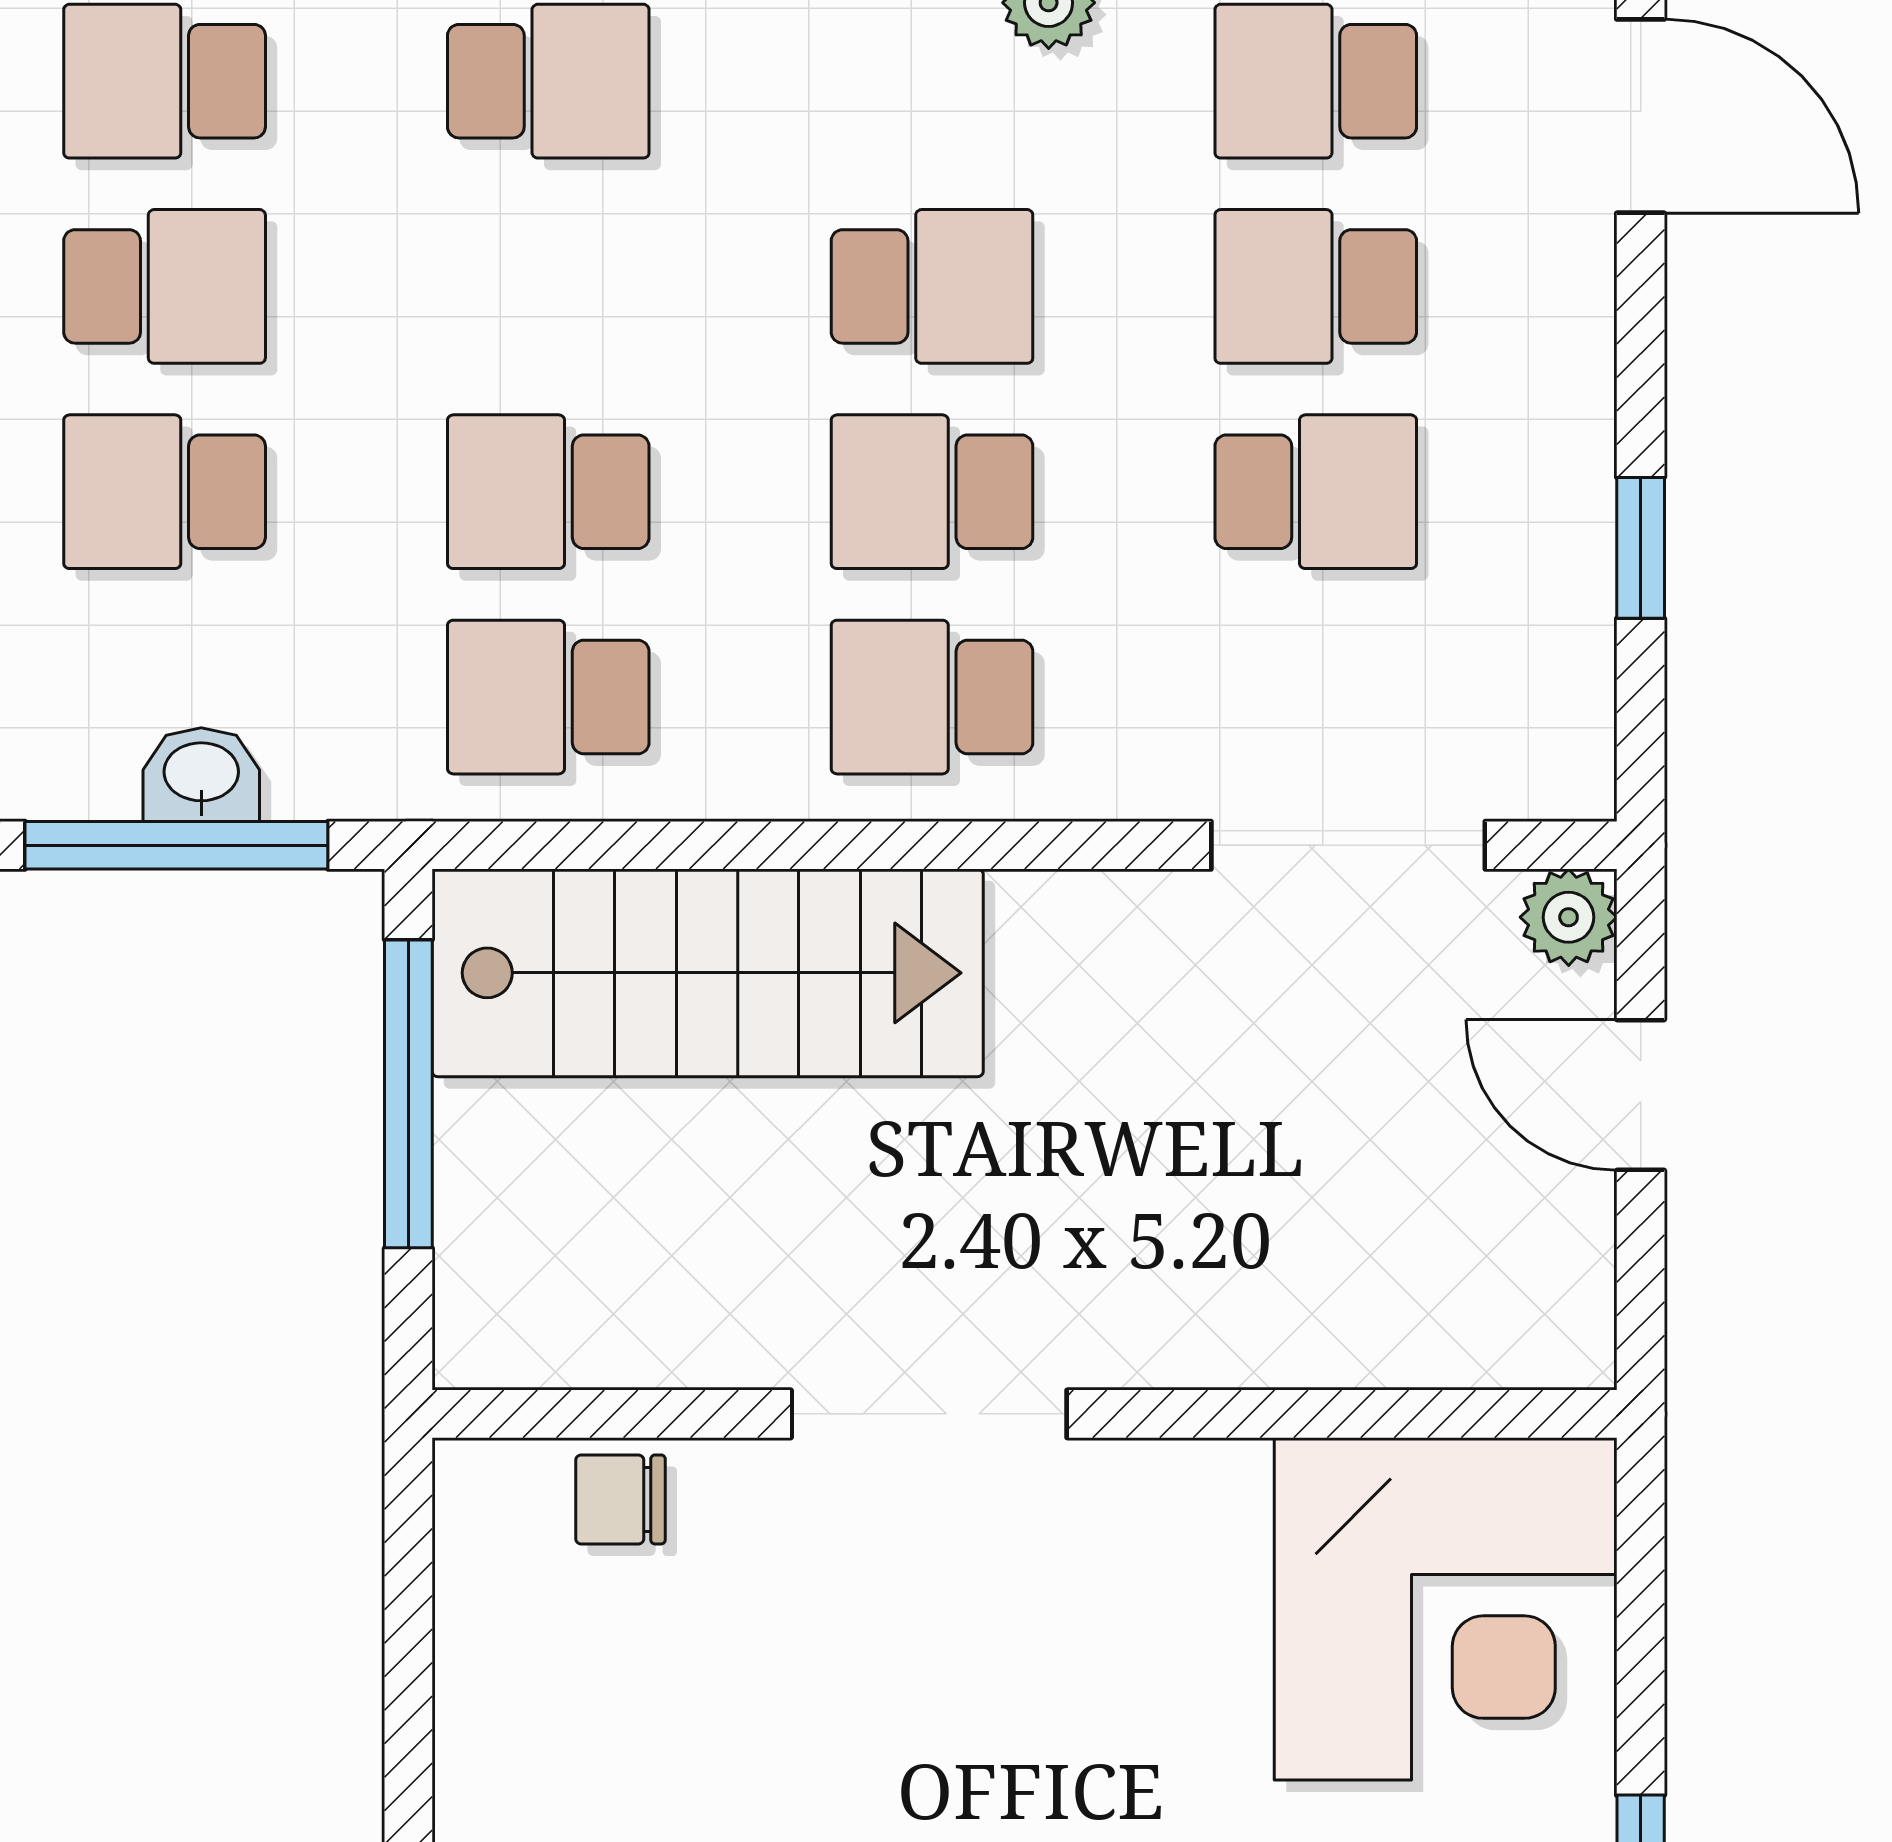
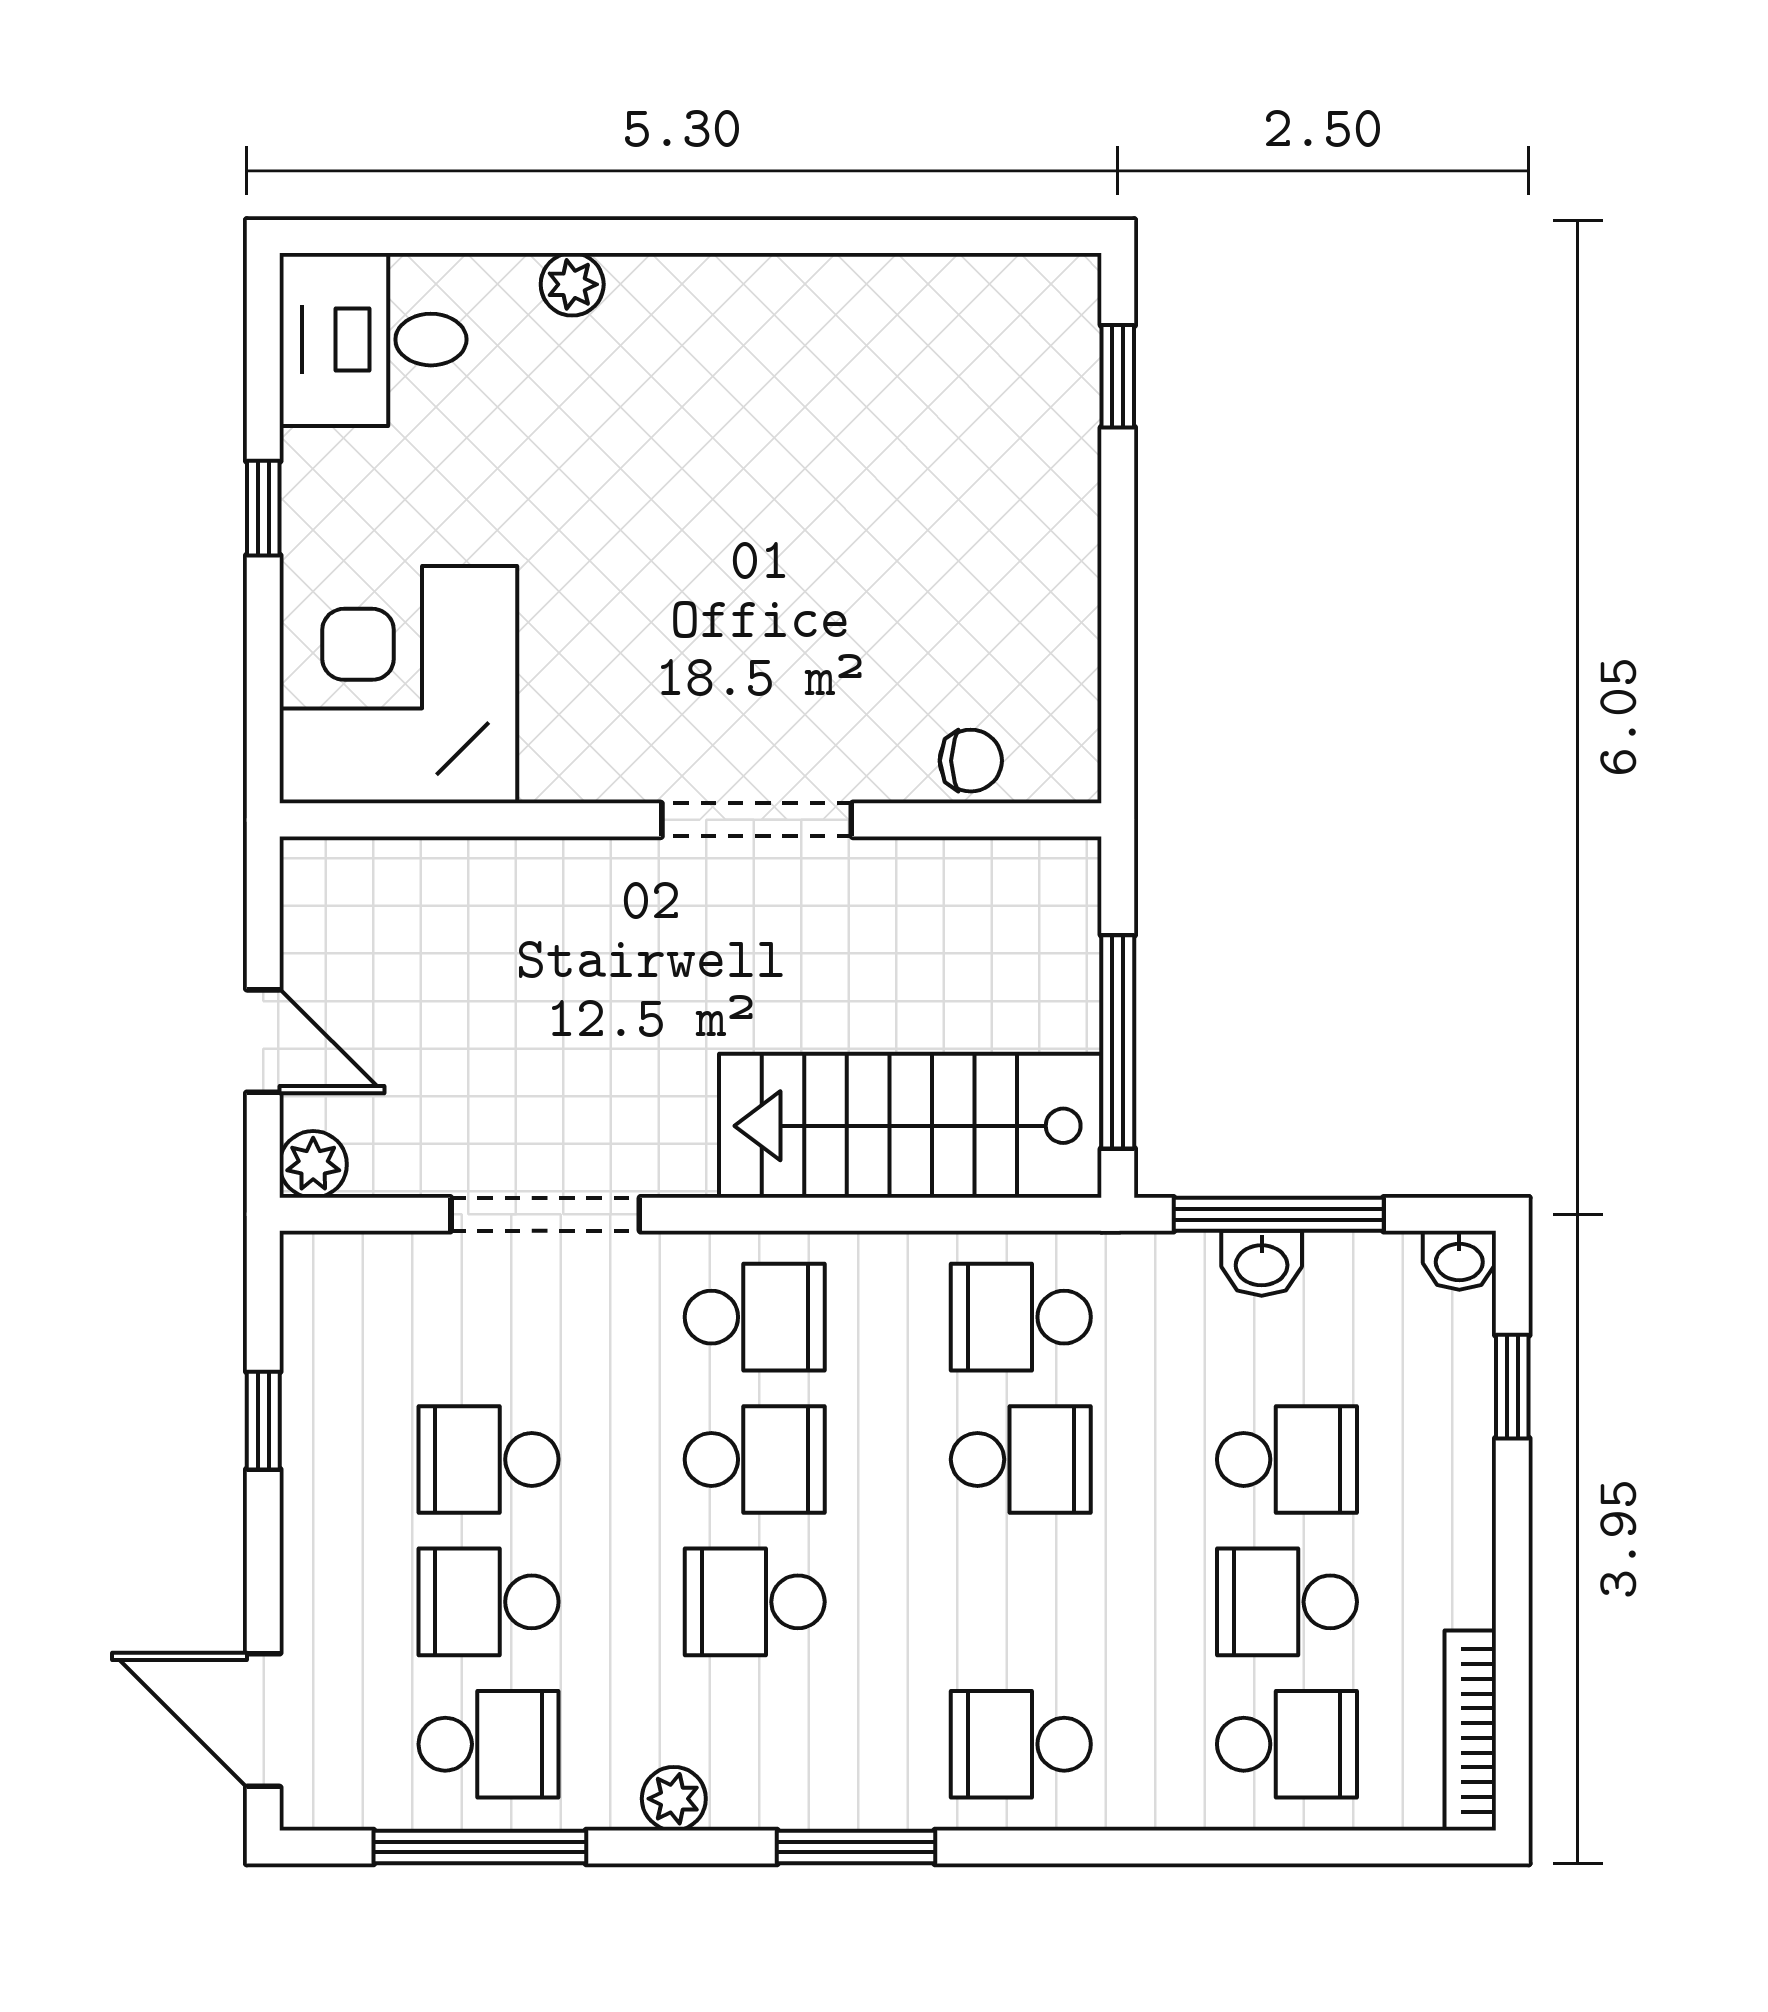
school desk: (1316, 286) -> (489, 1602), turned 180
school desk: (548, 697) -> (1021, 1317), turned 180
doorway: (1348, 845) -> (545, 1214), moved

